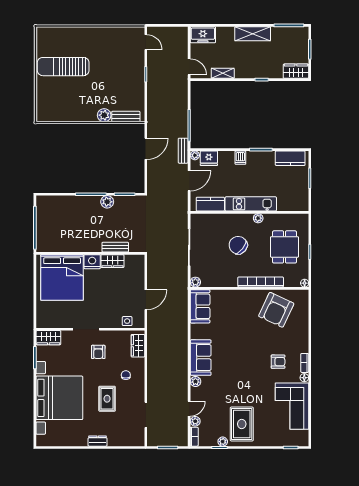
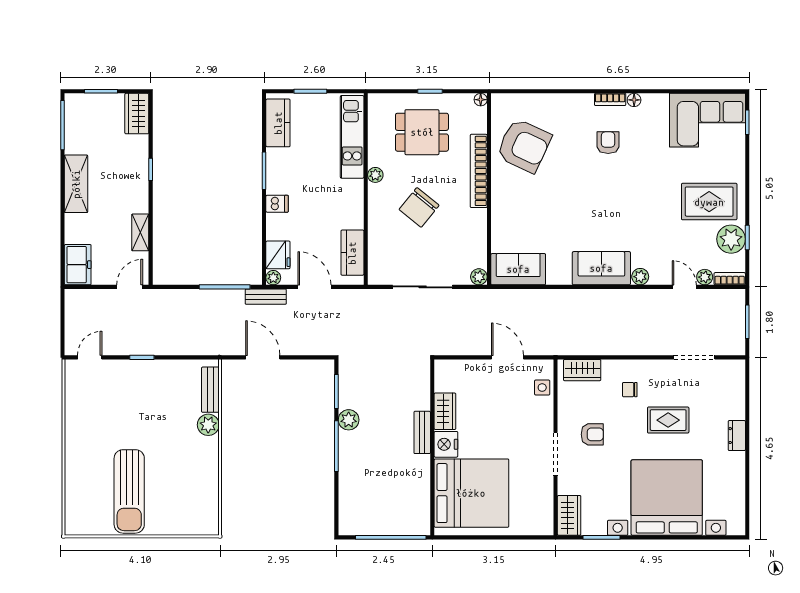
kitchen unit: (251, 204) -> (352, 137), moved
bench: (115, 247) -> (422, 432), moved
corner sofa: (292, 406) -> (707, 120), moved
plant: (223, 442) -> (731, 239), width x1.88, depth x1.88

